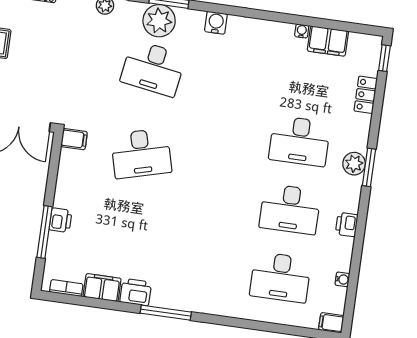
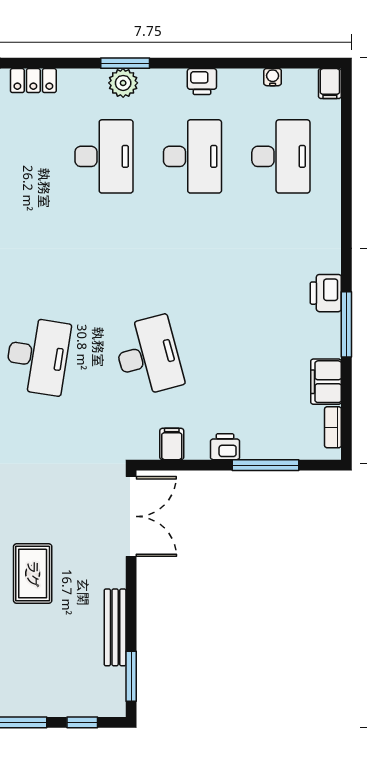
filing cabinet: (74, 139) -> (172, 444), moved
printer: (61, 220) -> (225, 447), moved
printer: (136, 292) -> (326, 293), moved
window: (166, 313) -> (346, 324), moved

